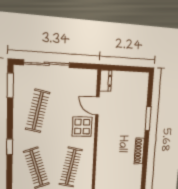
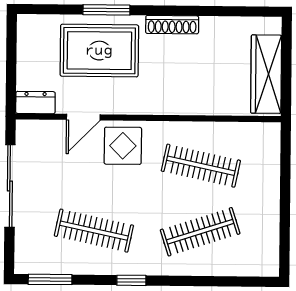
sliding door: (47, 64) -> (10, 186), moved
rug: (129, 115) -> (99, 51), added
window: (10, 147) -> (131, 280), moved

